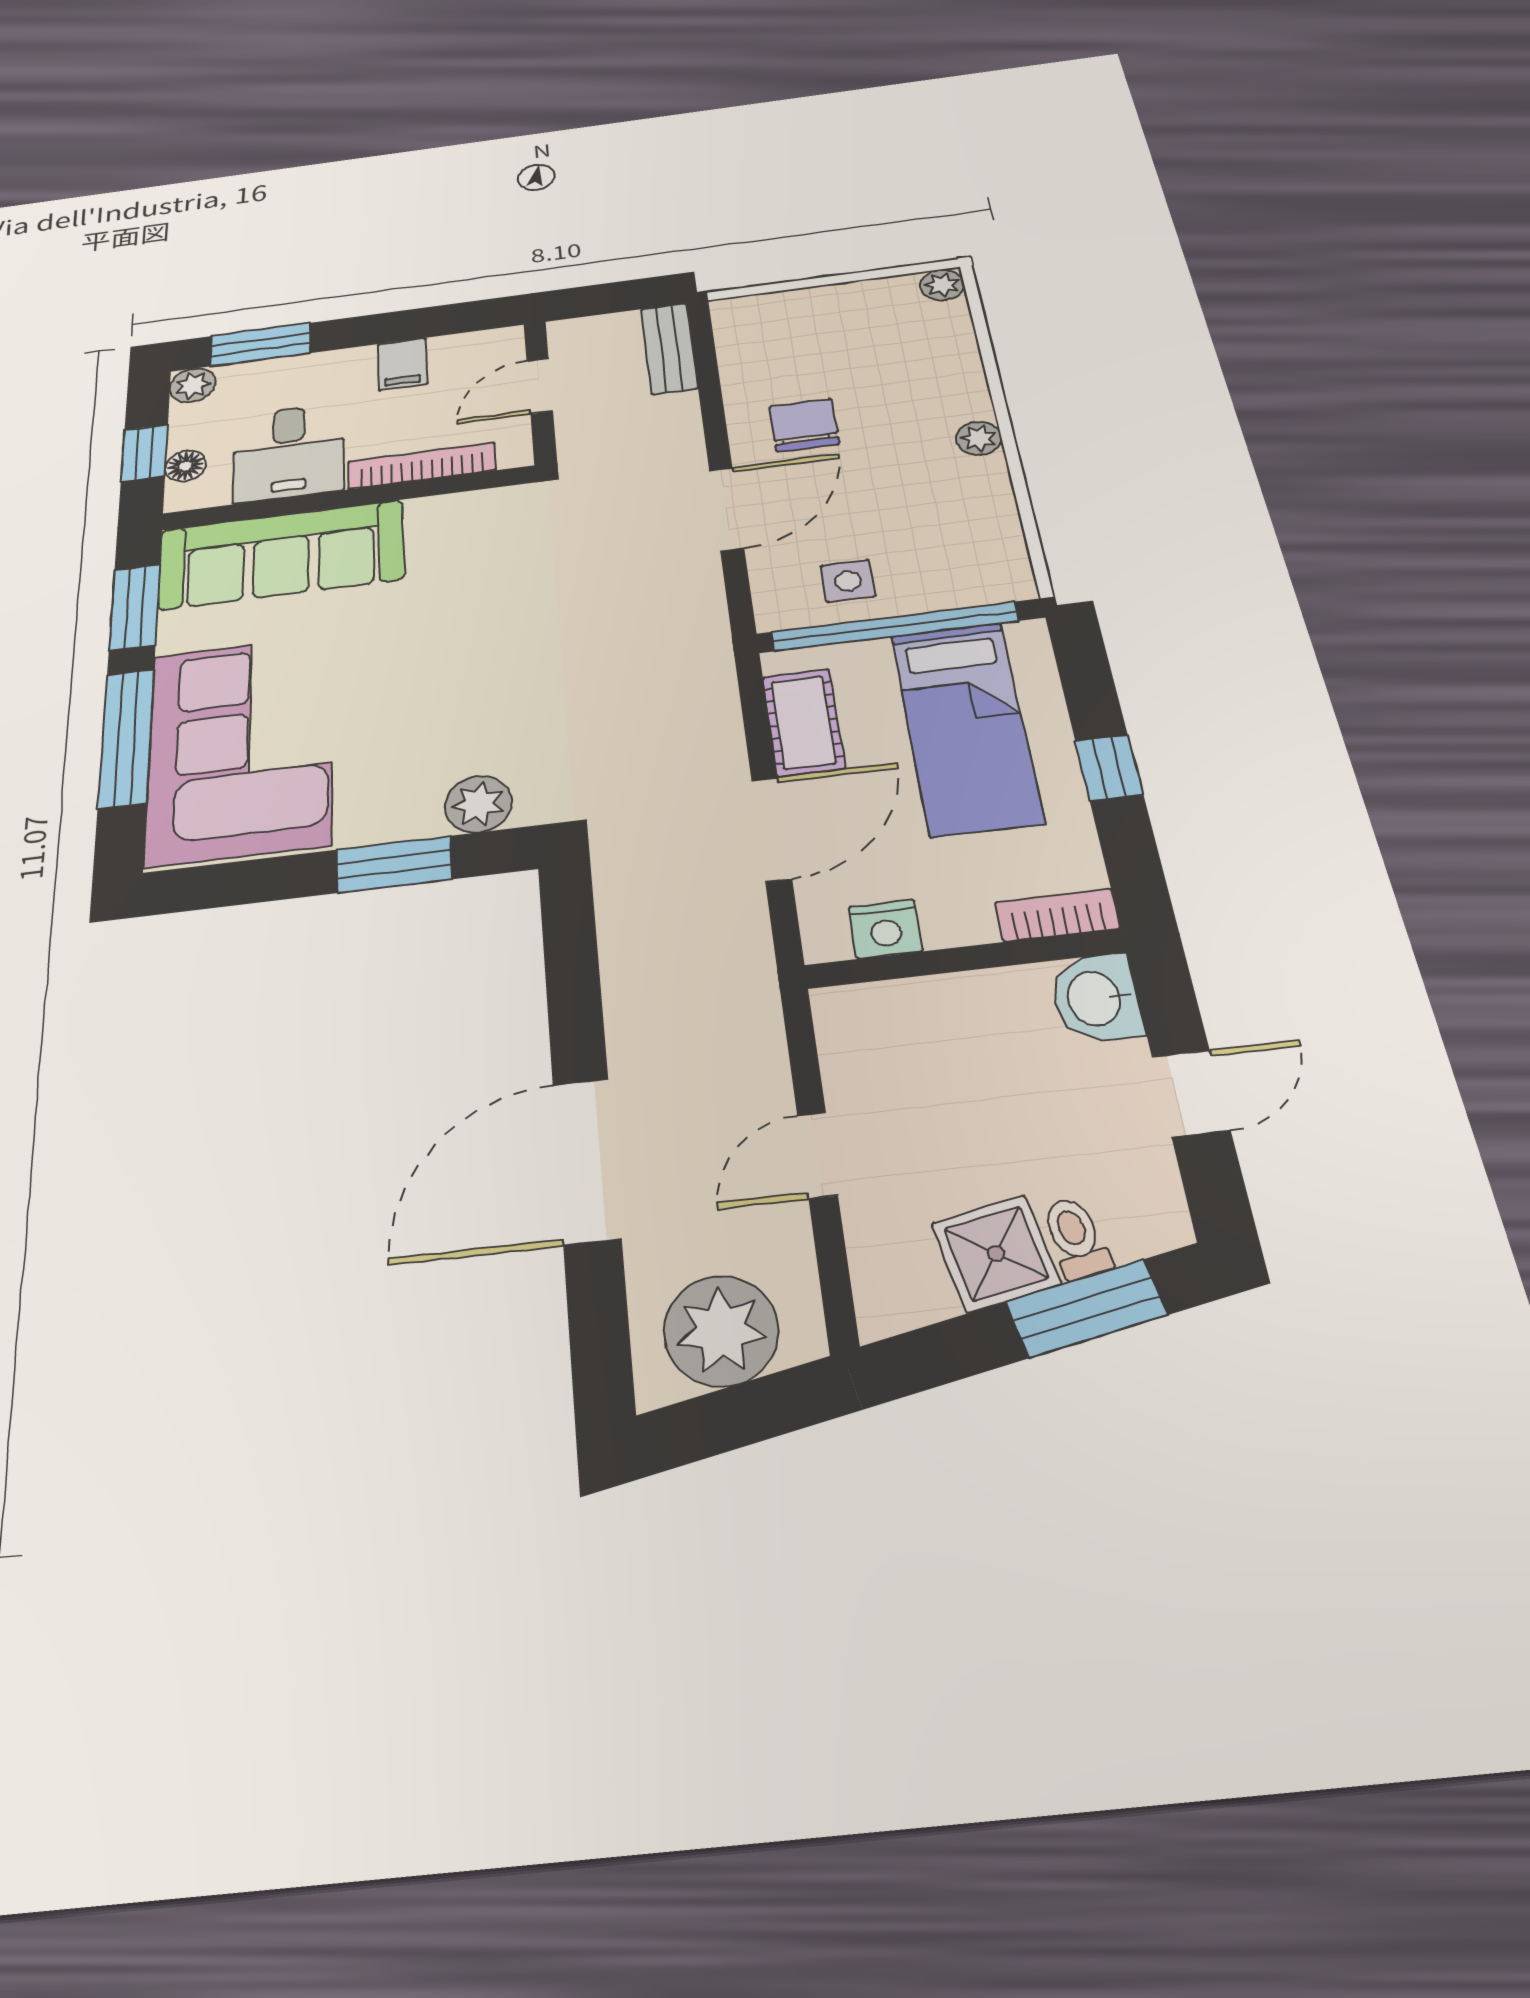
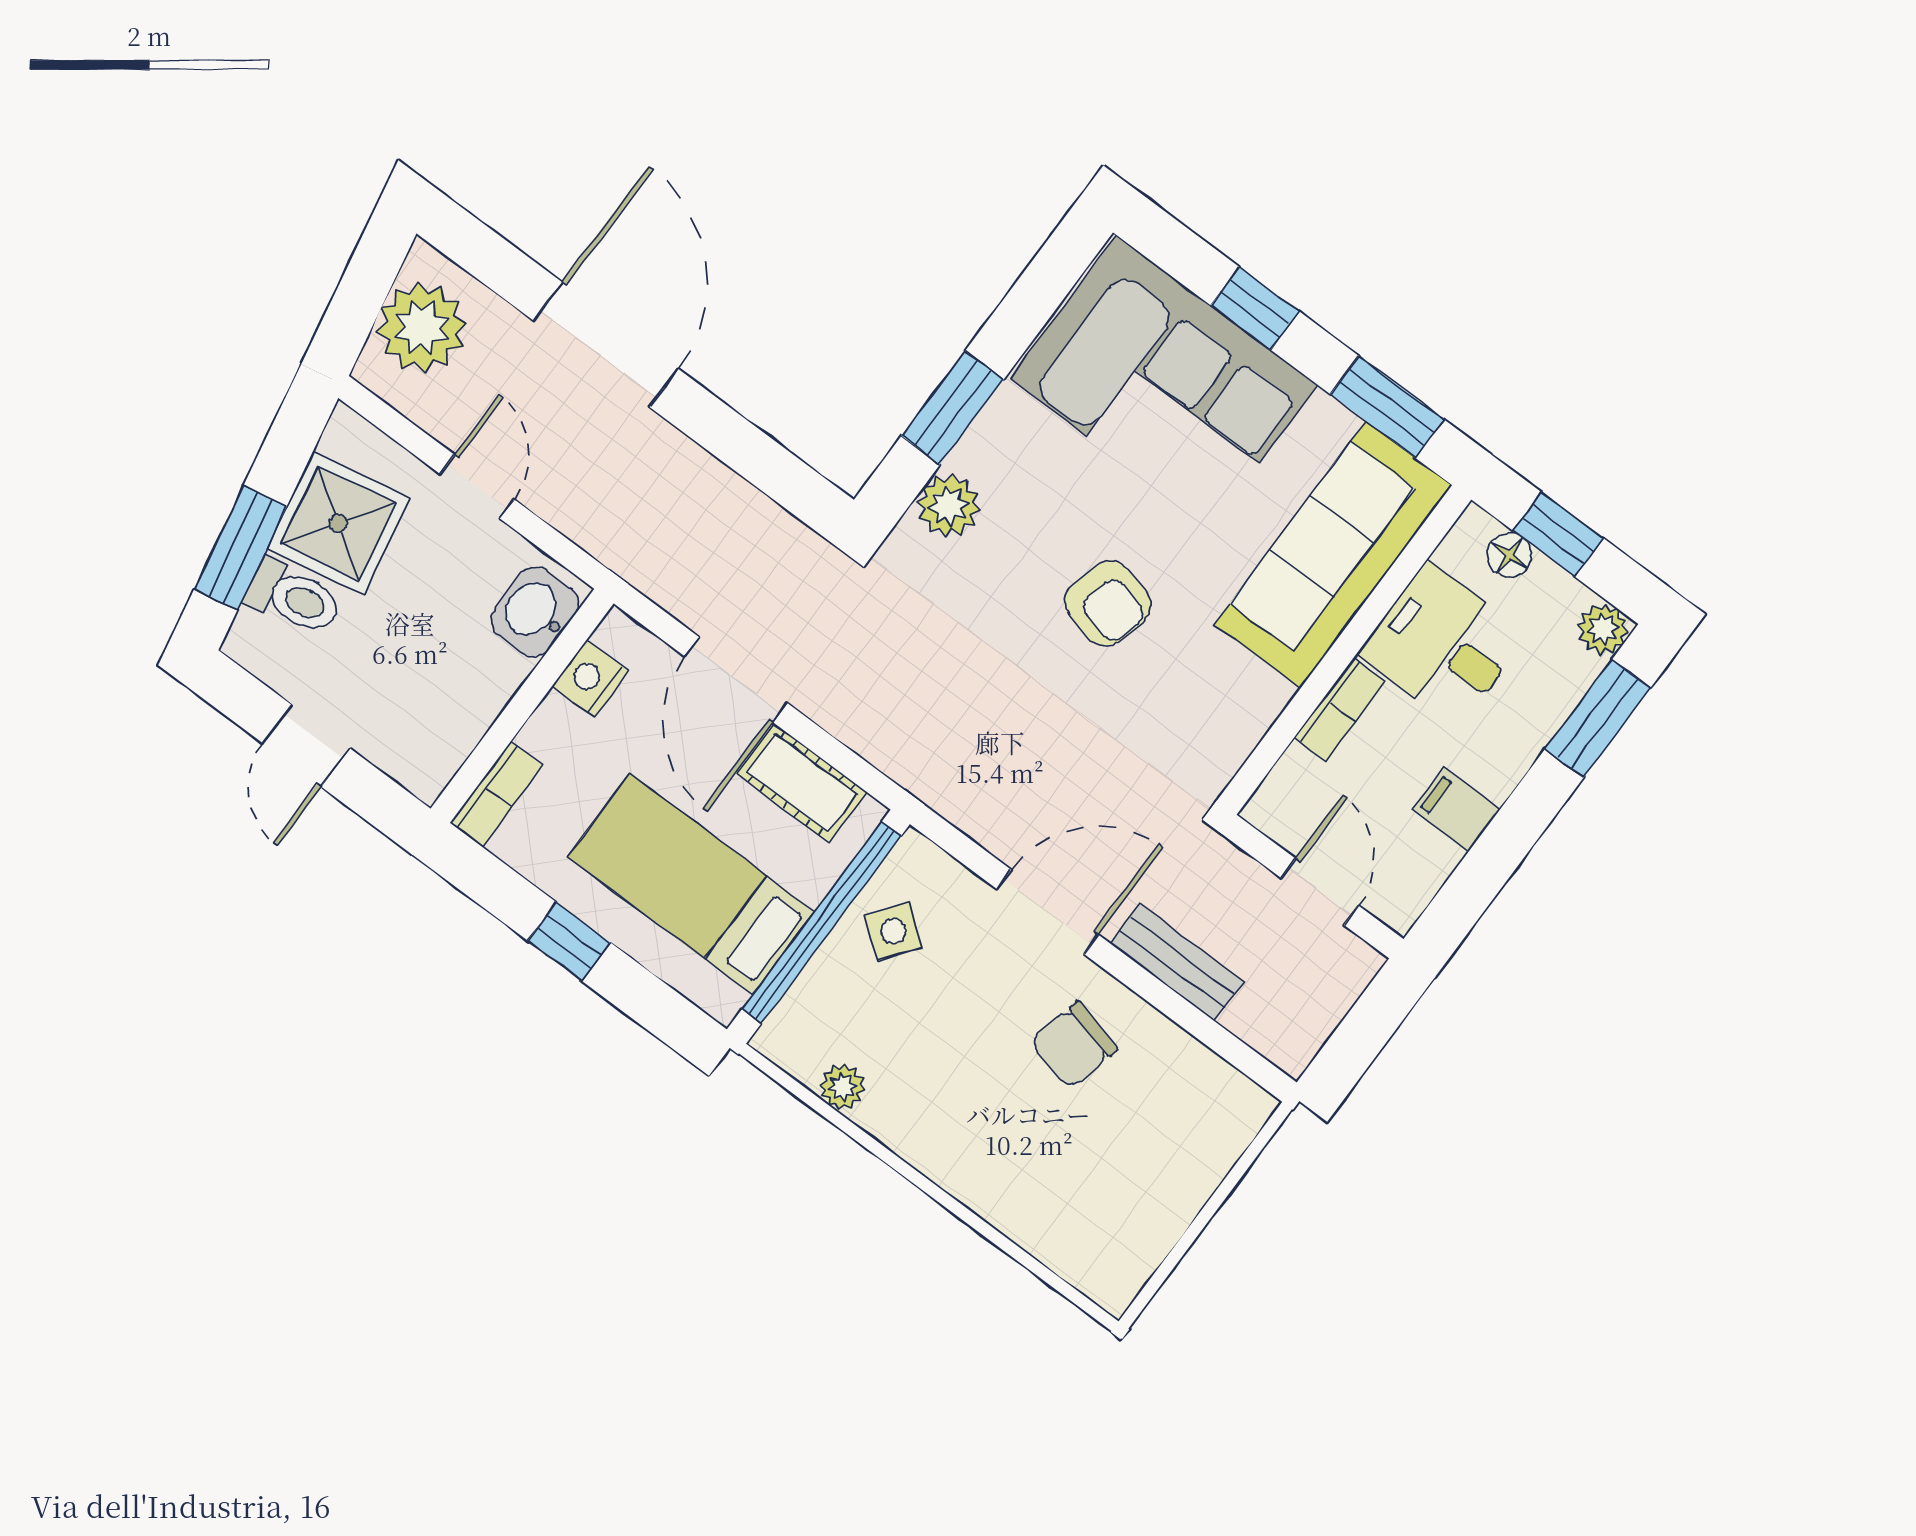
plant: (942, 285) -> (1113, 1288), removed
bench: (669, 348) -> (1177, 962), moved
chair: (804, 425) -> (1074, 1045), turned 104
plant: (979, 438) -> (842, 1087), moved
bookcase: (422, 466) -> (1339, 710), width x0.64
door: (726, 509) -> (1048, 912), swing flipped
side table: (848, 581) -> (893, 931), turned 37
armchair: (454, 650) -> (1108, 603), added
window: (126, 738) -> (1255, 308), width x0.46
washbasin: (1096, 998) -> (535, 612), moved, turned -90
toilet: (1076, 1238) -> (293, 597), width x1.37, depth x1.39
shower: (996, 1253) -> (338, 523), width x1.36, depth x1.36

